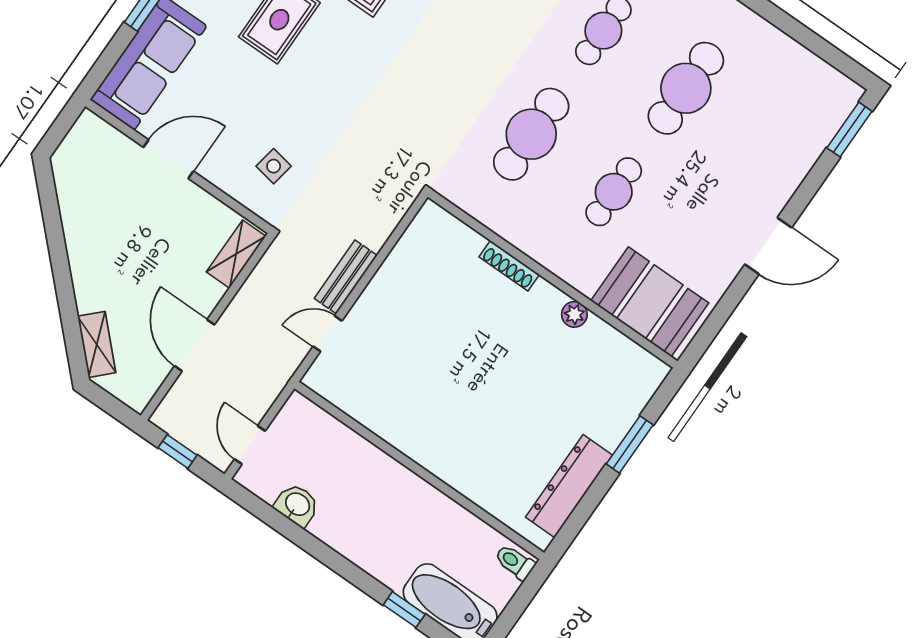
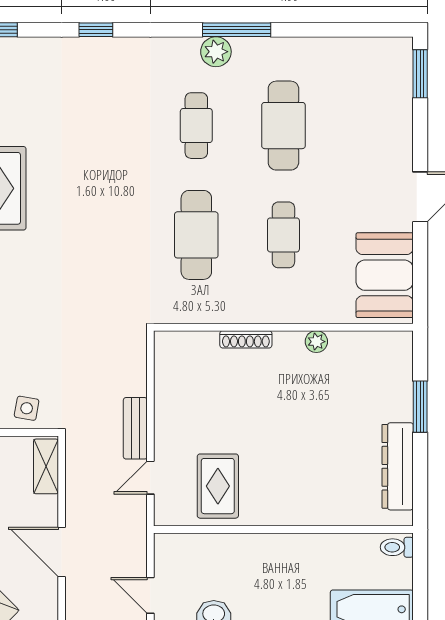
side table: (274, 166) -> (27, 408), moved
booth: (650, 302) -> (385, 275), moved, turned 90
rug: (386, 386) -> (218, 486), added

